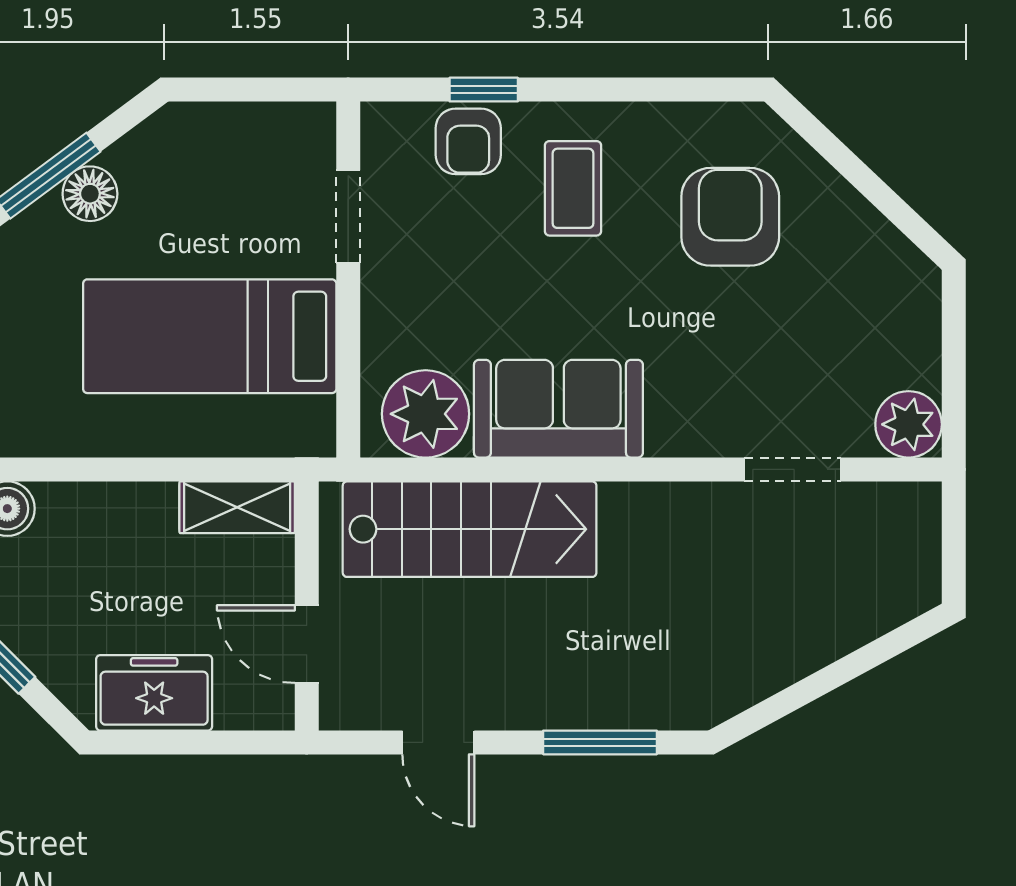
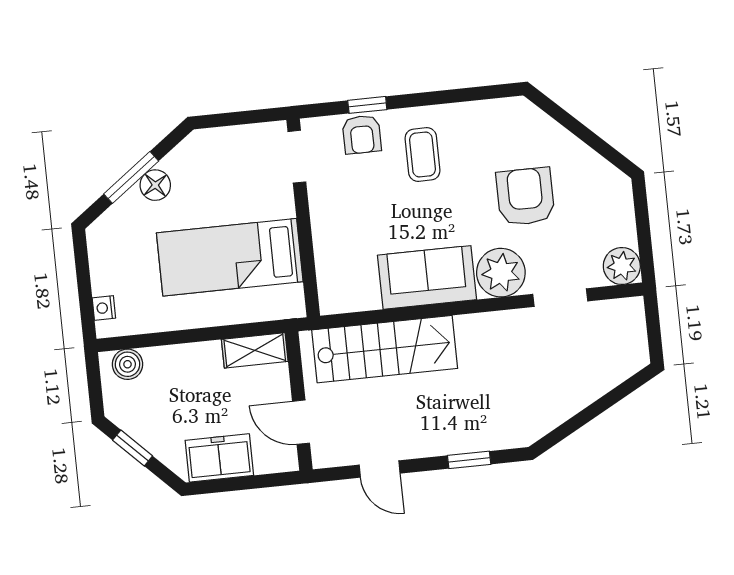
doorway: (348, 217) -> (297, 157), moved
armchair: (730, 217) -> (525, 197), moved
plant: (426, 414) -> (501, 273), moved
window: (600, 742) -> (469, 460), width x0.67

